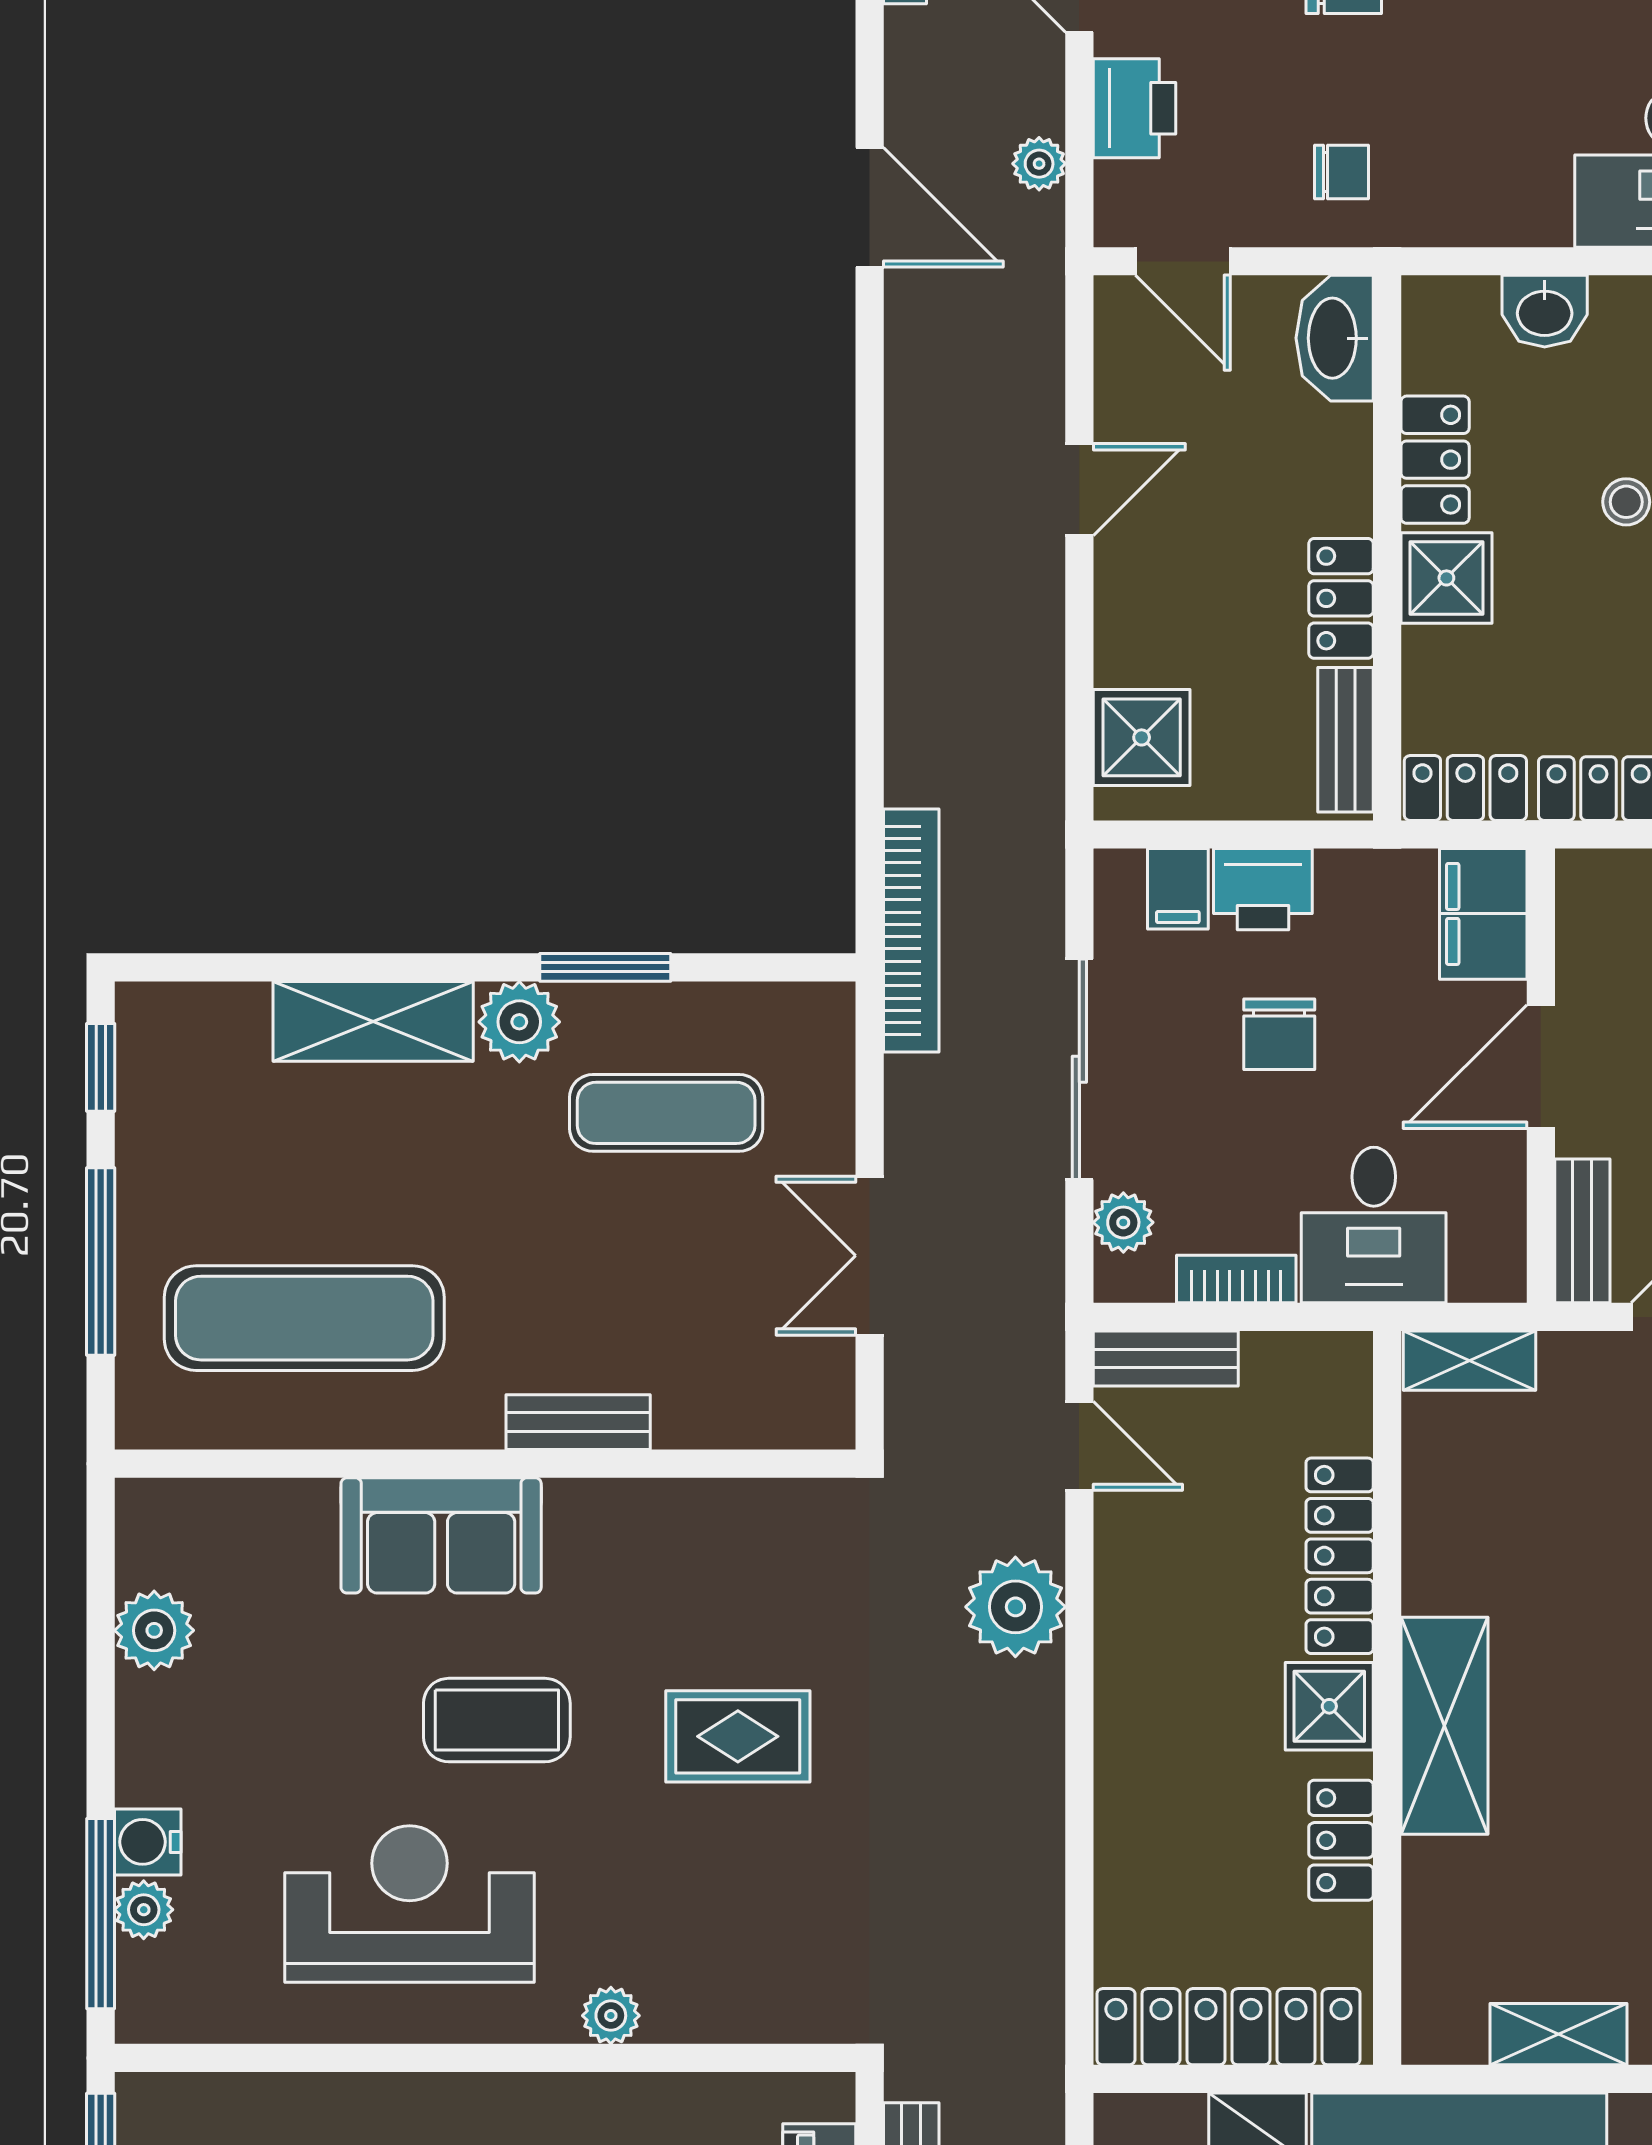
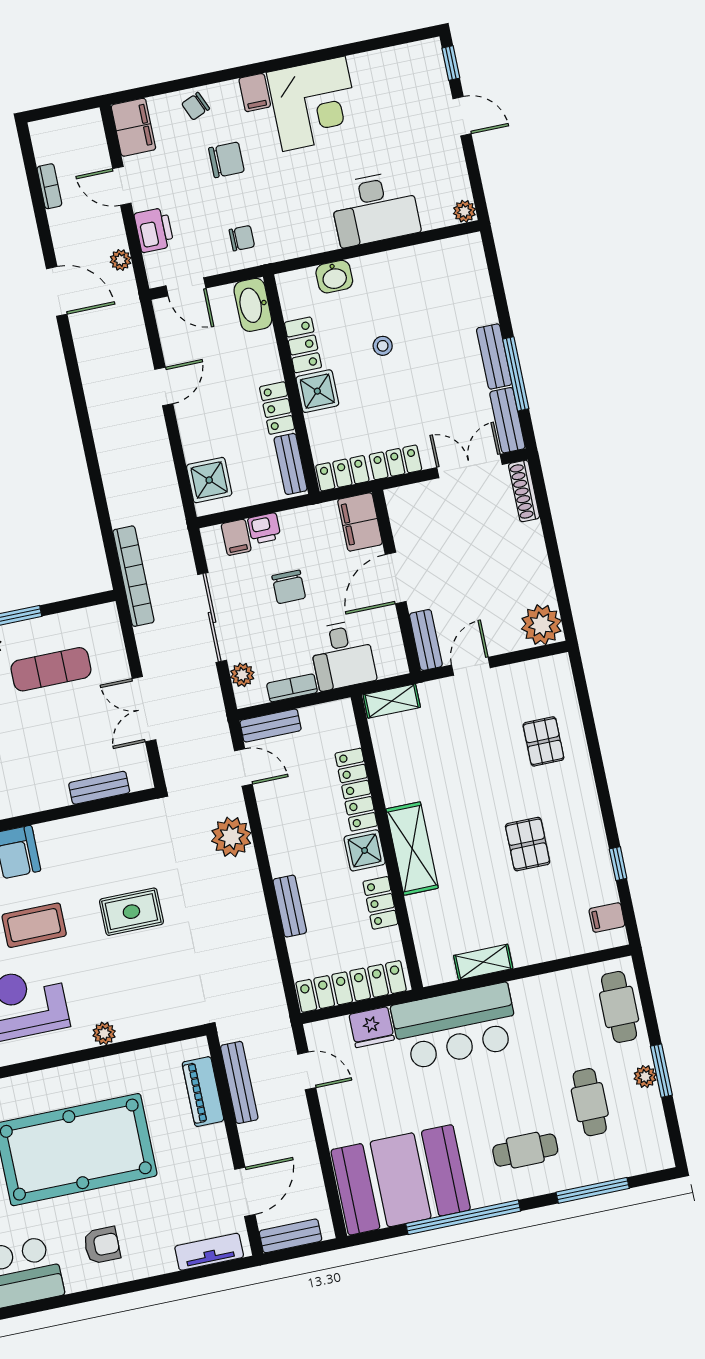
printer: (1263, 889) -> (264, 528), width x0.73, depth x0.81
bench: (578, 1422) -> (99, 788), moved
bench: (1121, 1802) -> (290, 906), added

